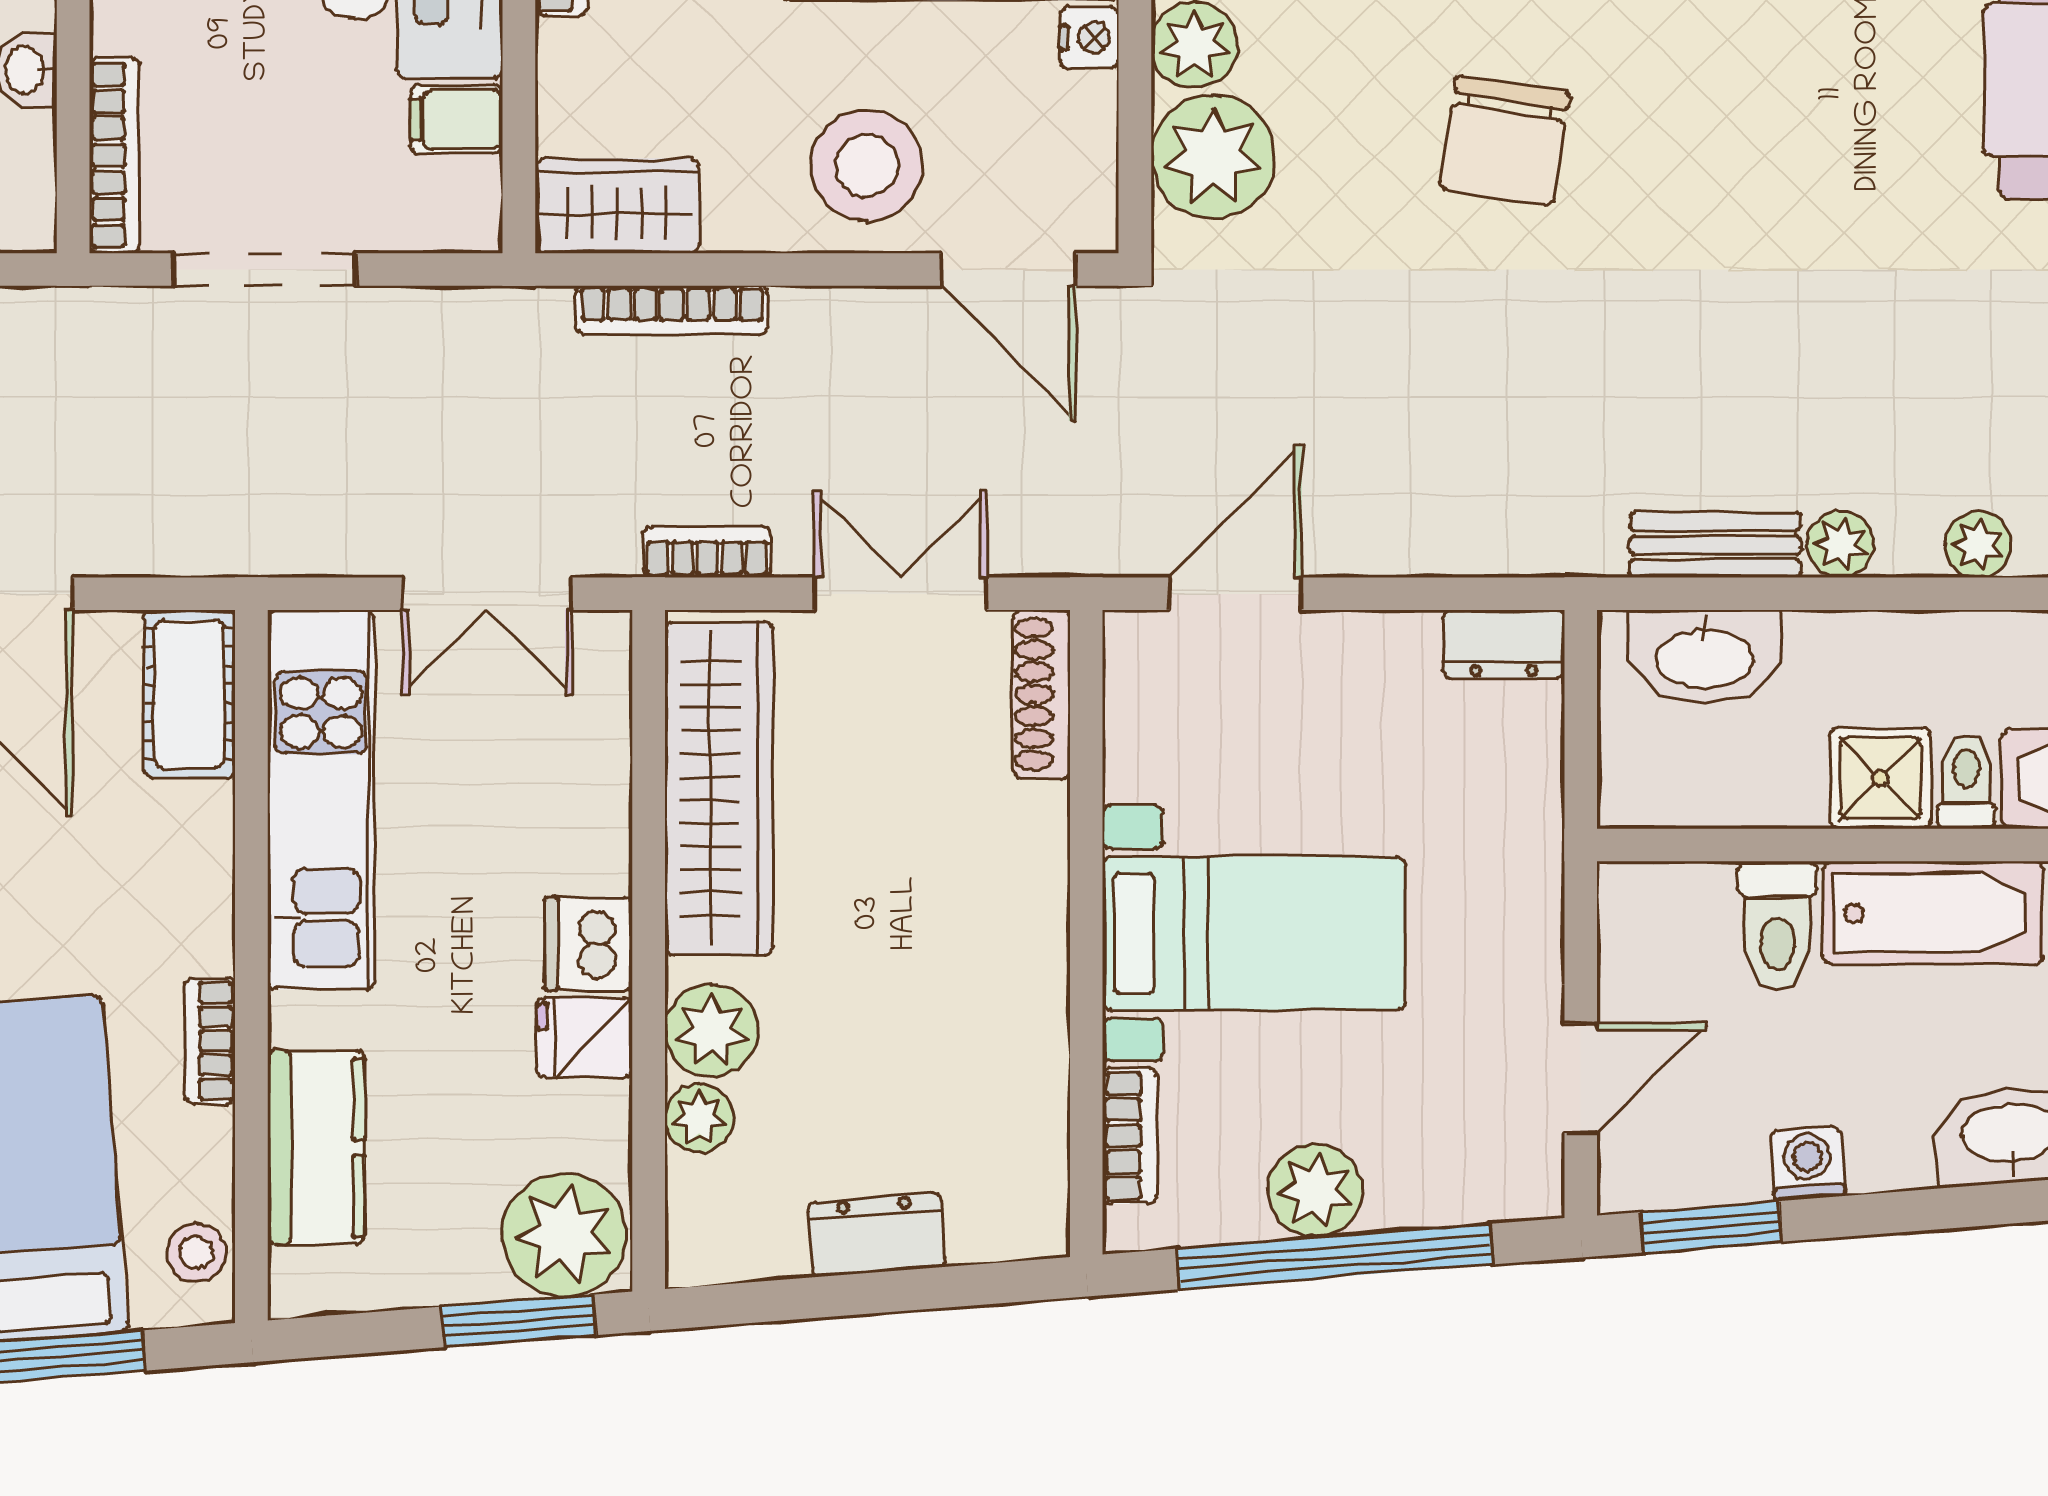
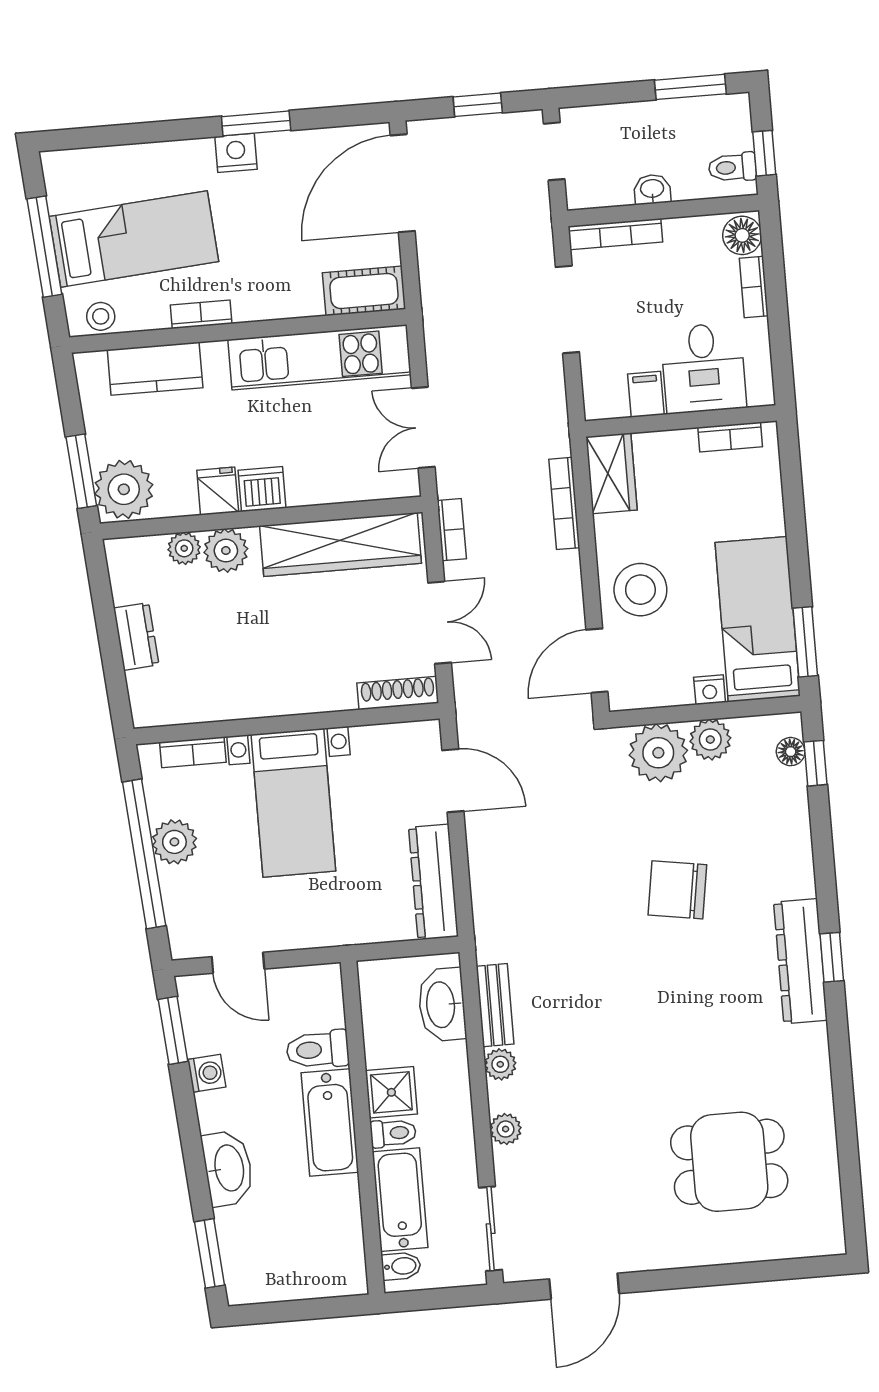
dresser: (1504, 644) -> (433, 882), width x1.96, depth x1.24

